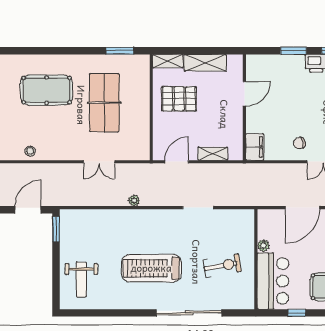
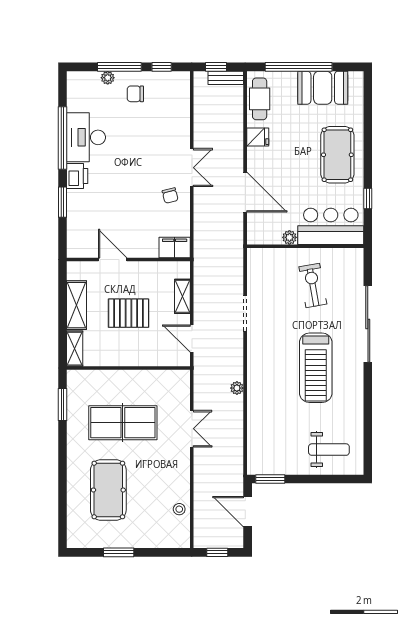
pallet: (179, 99) -> (129, 313), moved, turned 90

